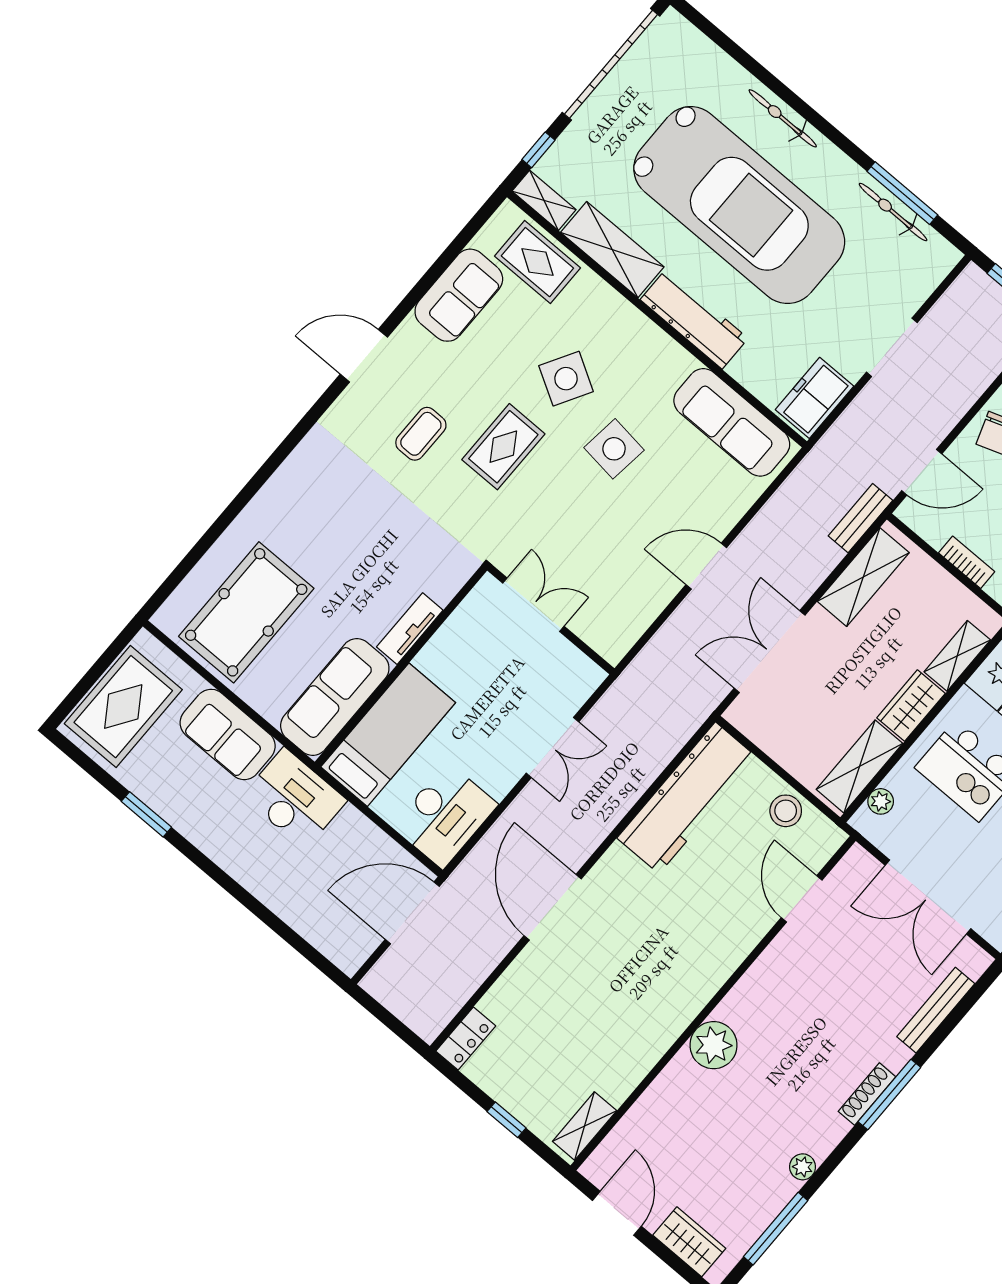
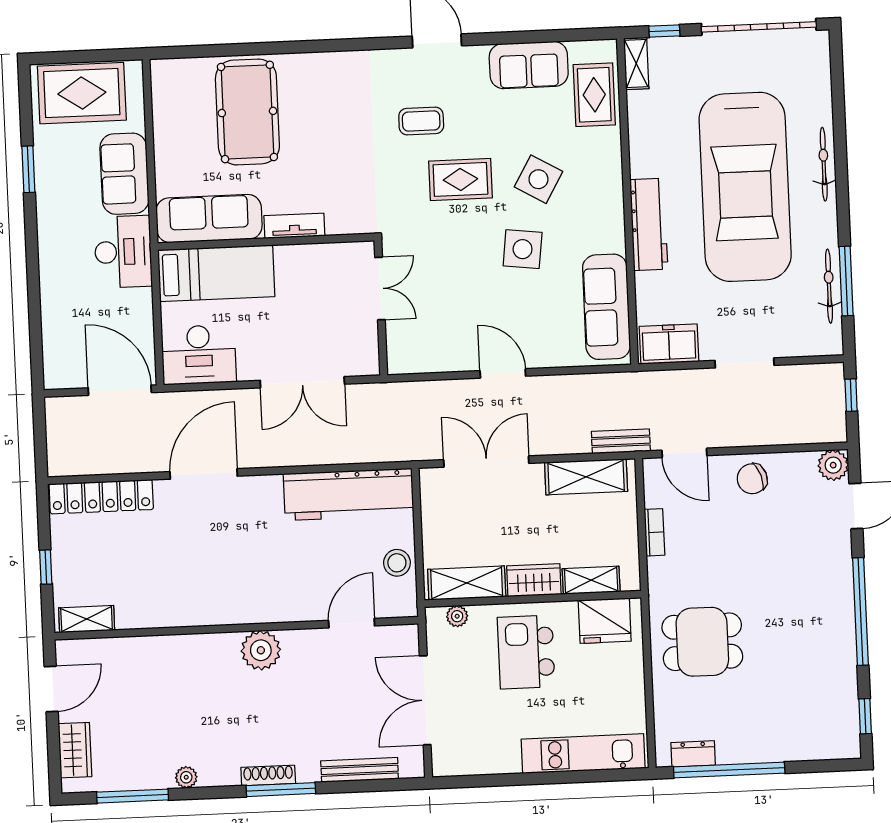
shelving: (612, 250) -> (645, 134), removed
pool table: (246, 612) -> (247, 112), moved, turned 90
double door: (552, 748) -> (302, 382), width x1.37
locker: (466, 1039) -> (101, 497), width x2.16, depth x1.21
plant: (714, 1045) -> (261, 650), moved

